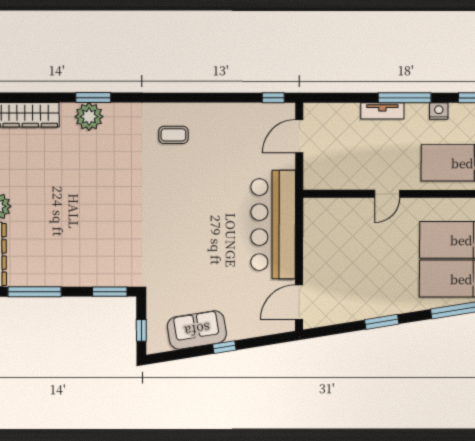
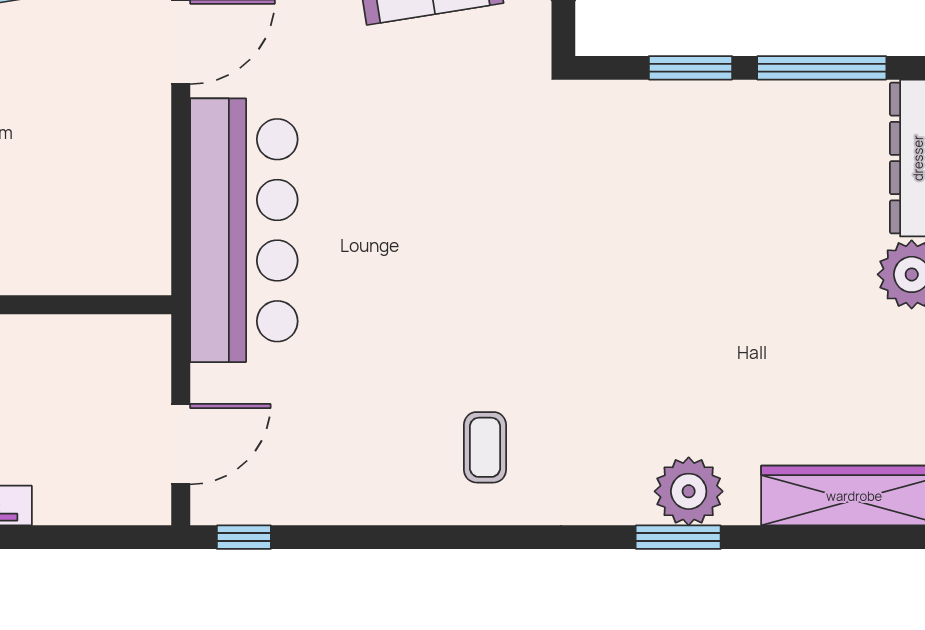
coffee table: (173, 135) -> (485, 447), turned 90
window: (110, 292) -> (690, 68), moved

